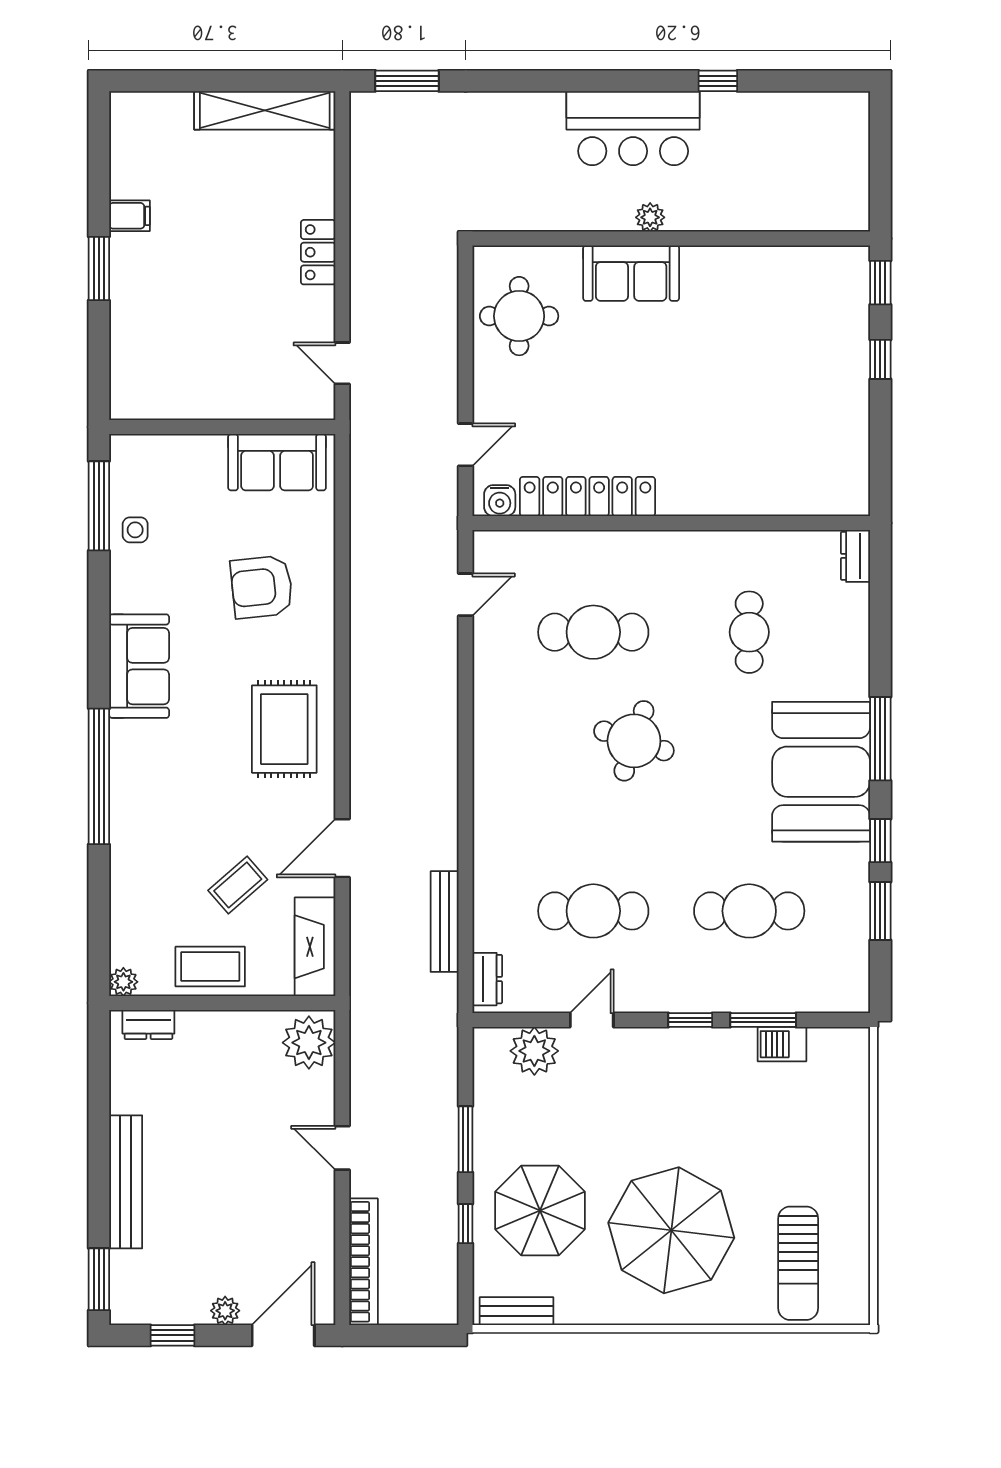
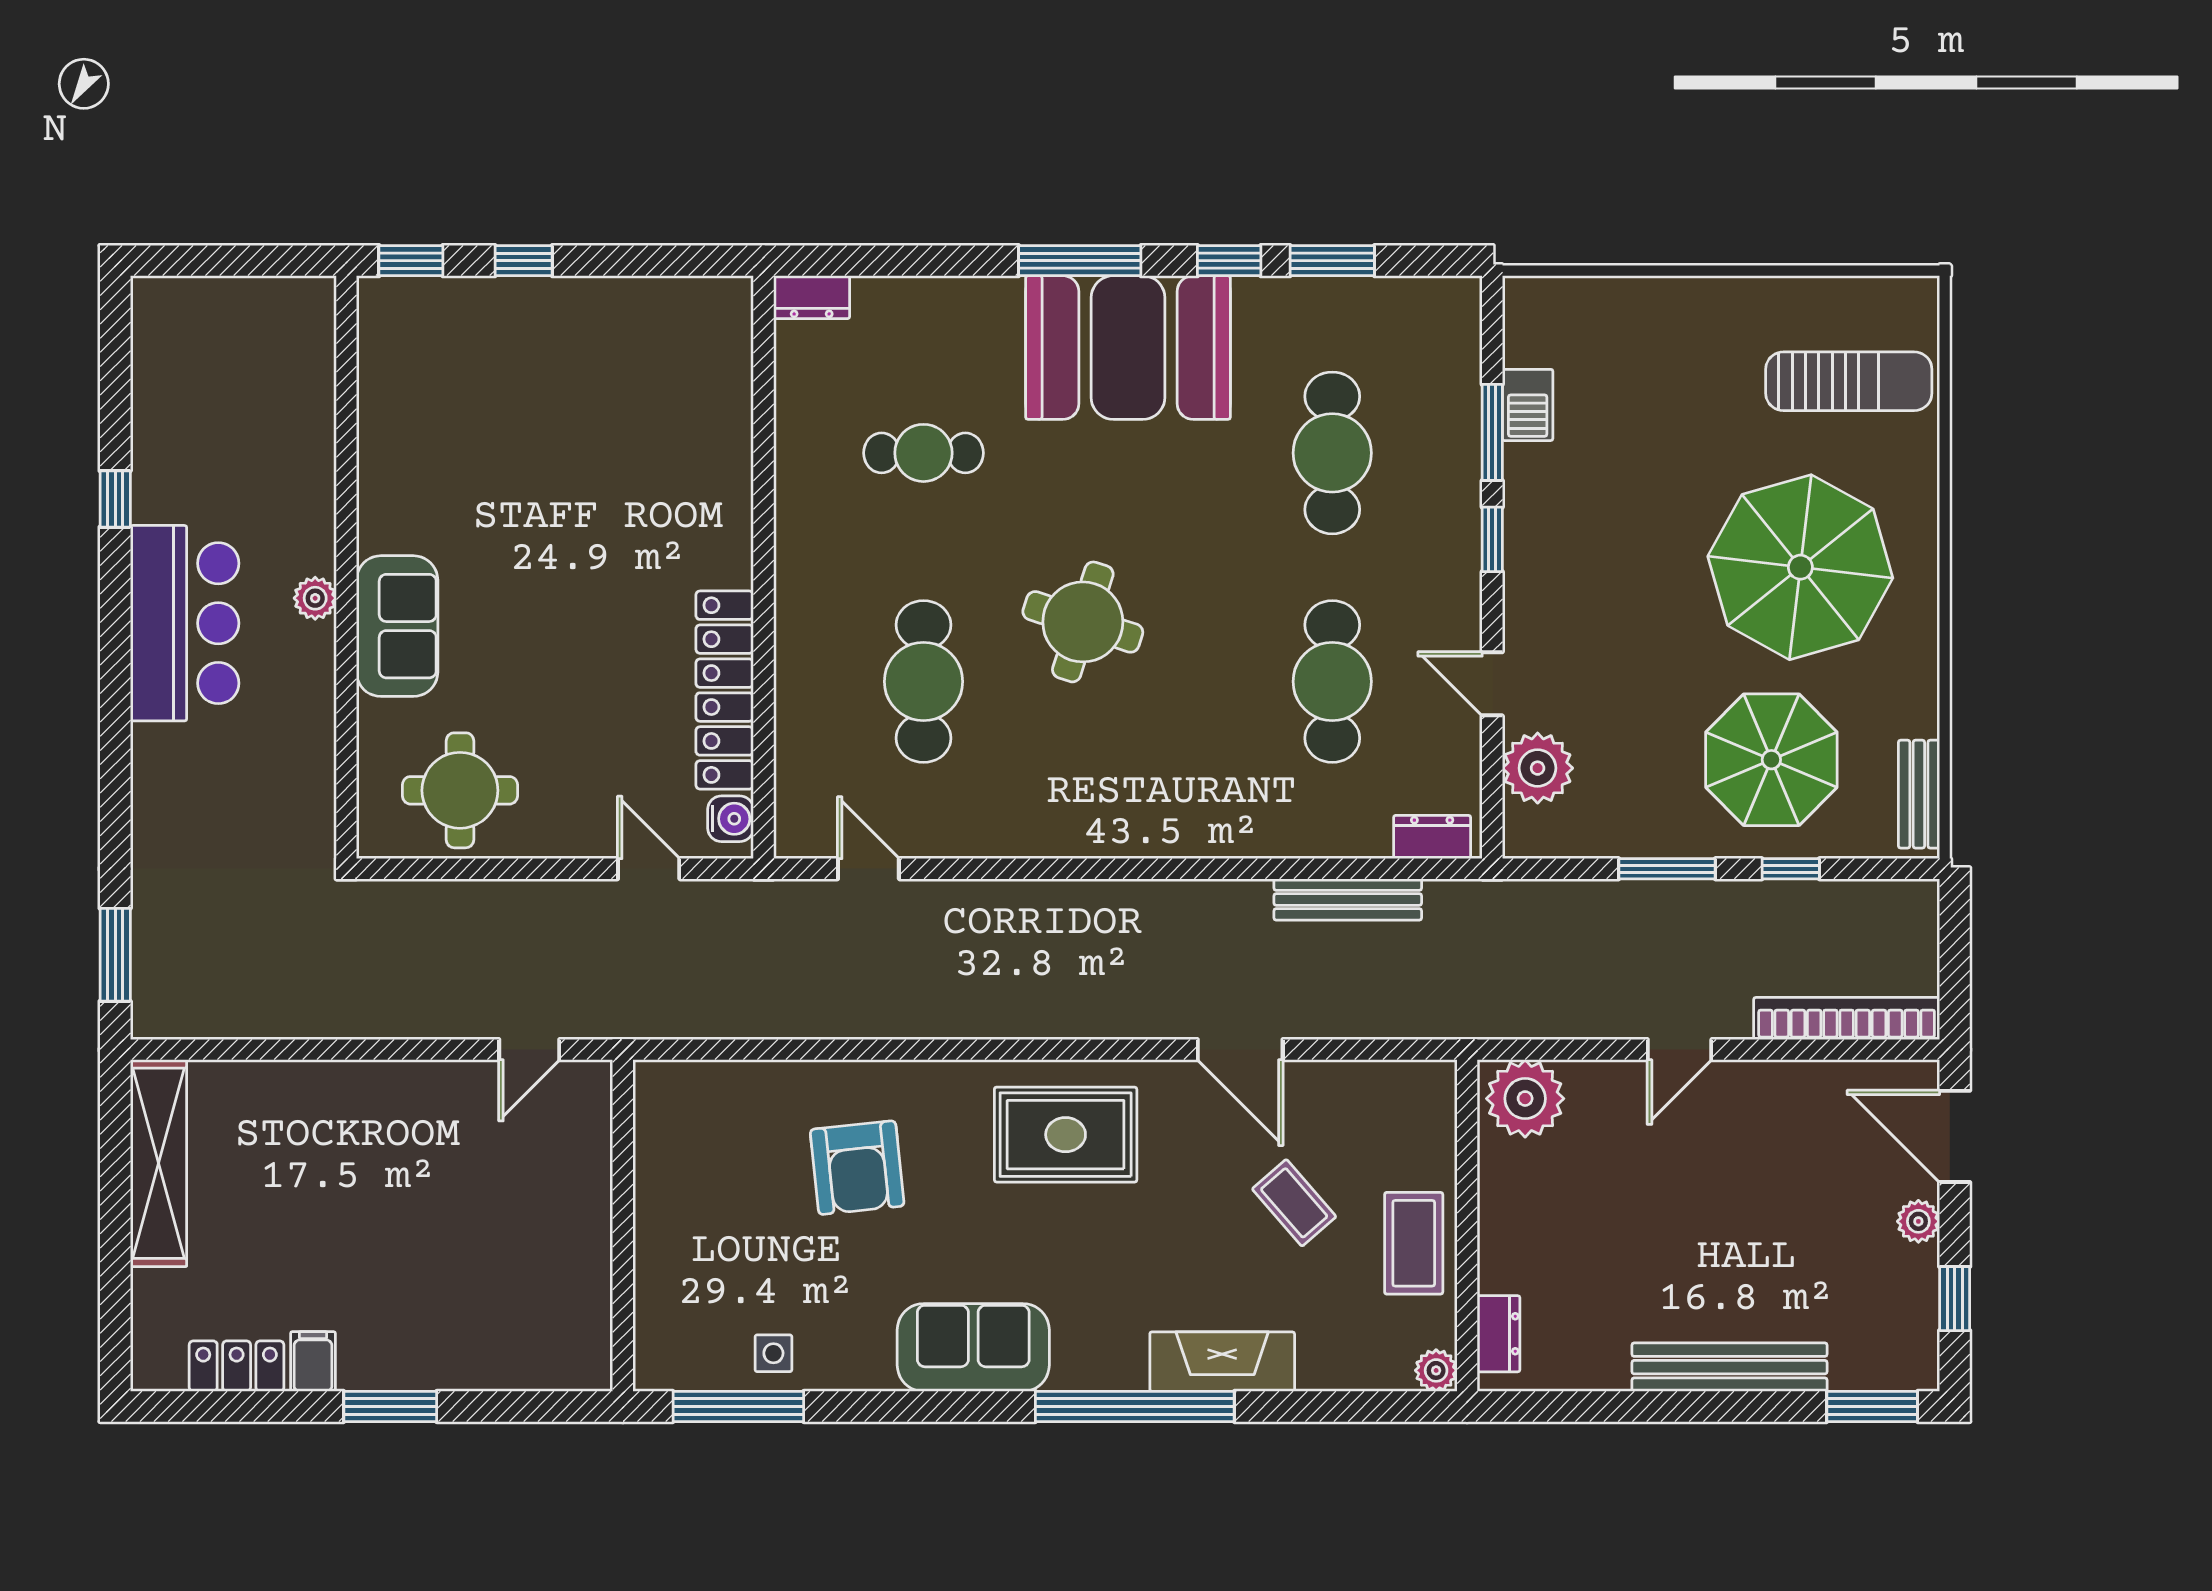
locker: (318, 252) -> (237, 1366), moved, turned 180
sofa: (277, 462) -> (674, 1145), removed
fireplace: (315, 947) -> (1222, 1362), moved, turned 180

